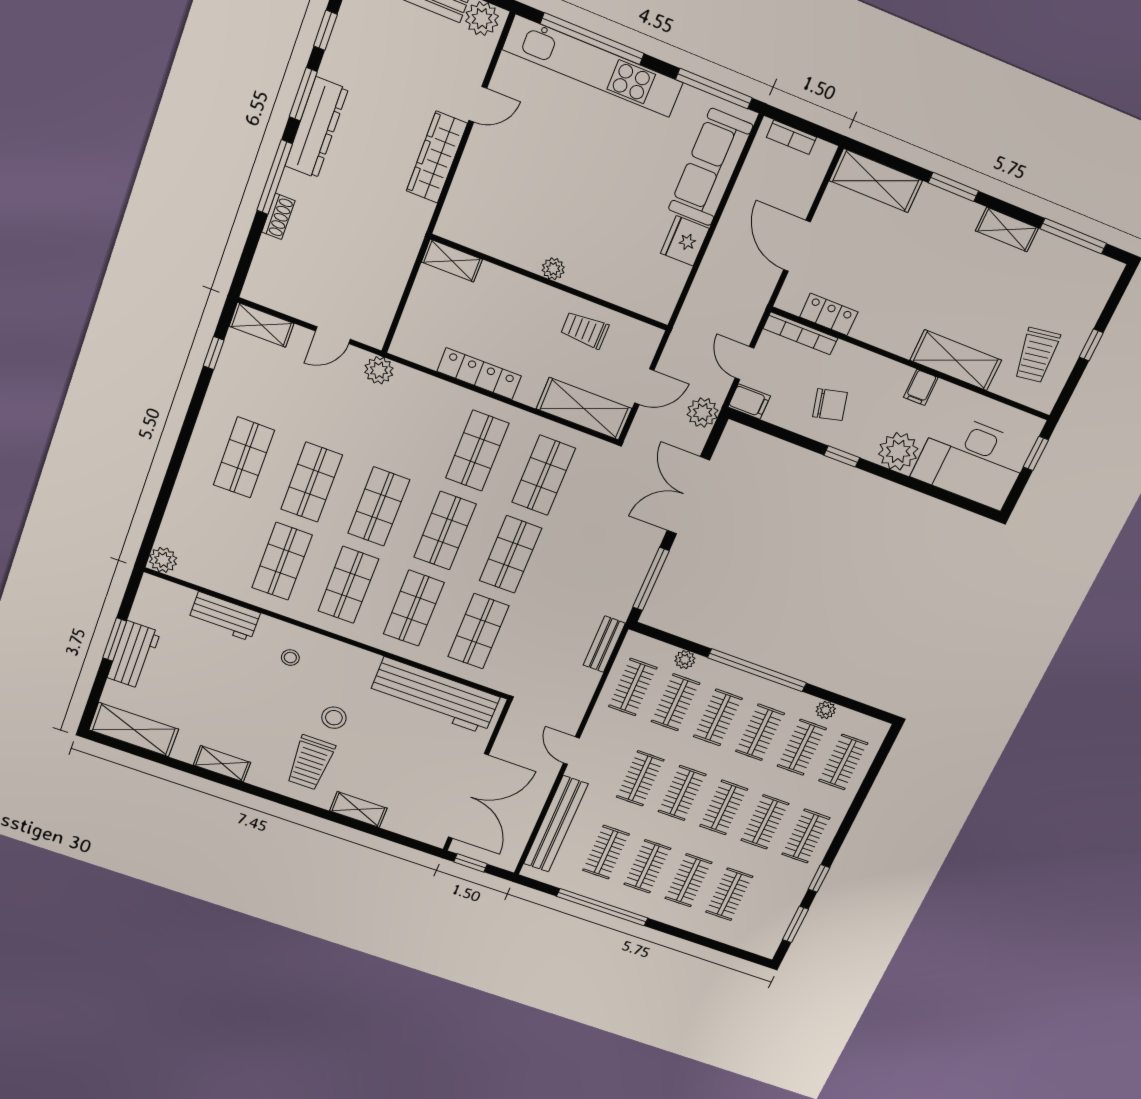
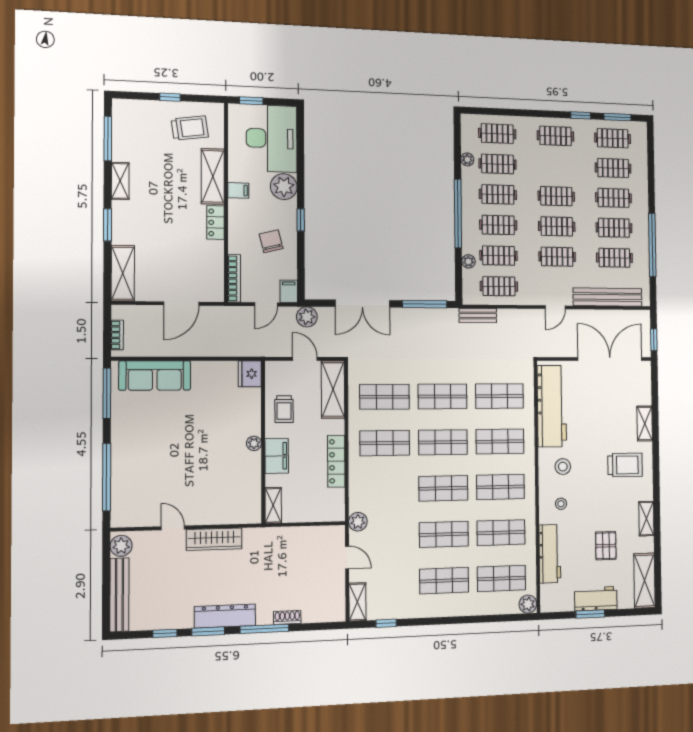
kitchen unit: (593, 66) -> (123, 470), removed
fridge: (685, 241) -> (250, 374), moved, turned 90
filing cabinet: (522, 294) -> (277, 456), added
locker: (829, 314) -> (216, 222), moved
shop shelf: (215, 538) -> (502, 578), added
workbench: (224, 616) -> (550, 554), width x1.38
pallet: (205, 696) -> (606, 546), added
stool: (334, 718) -> (563, 467), moved
clothes rail: (765, 822) -> (613, 138), moved

